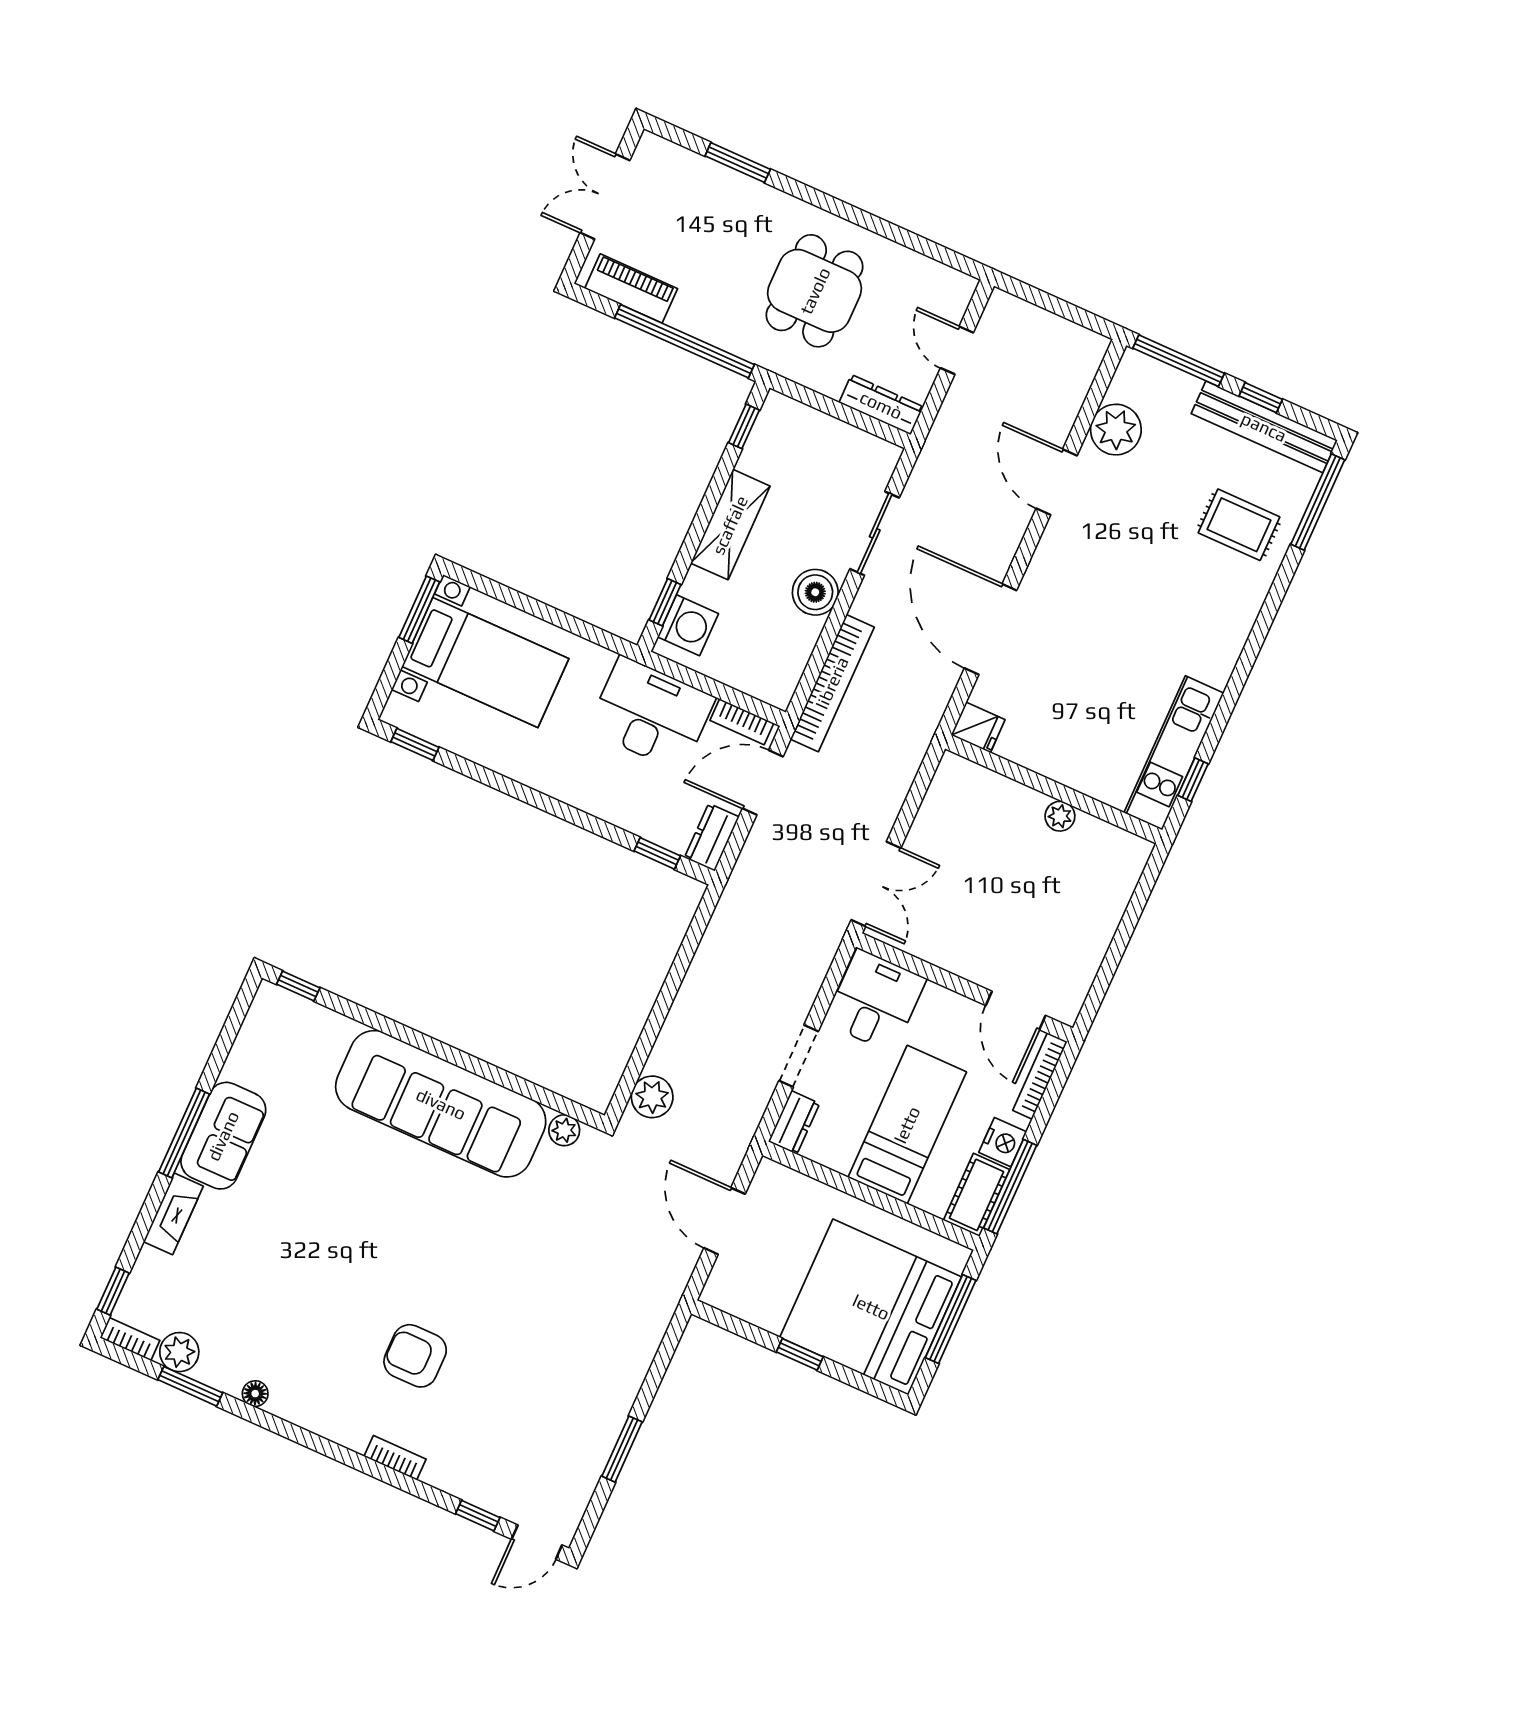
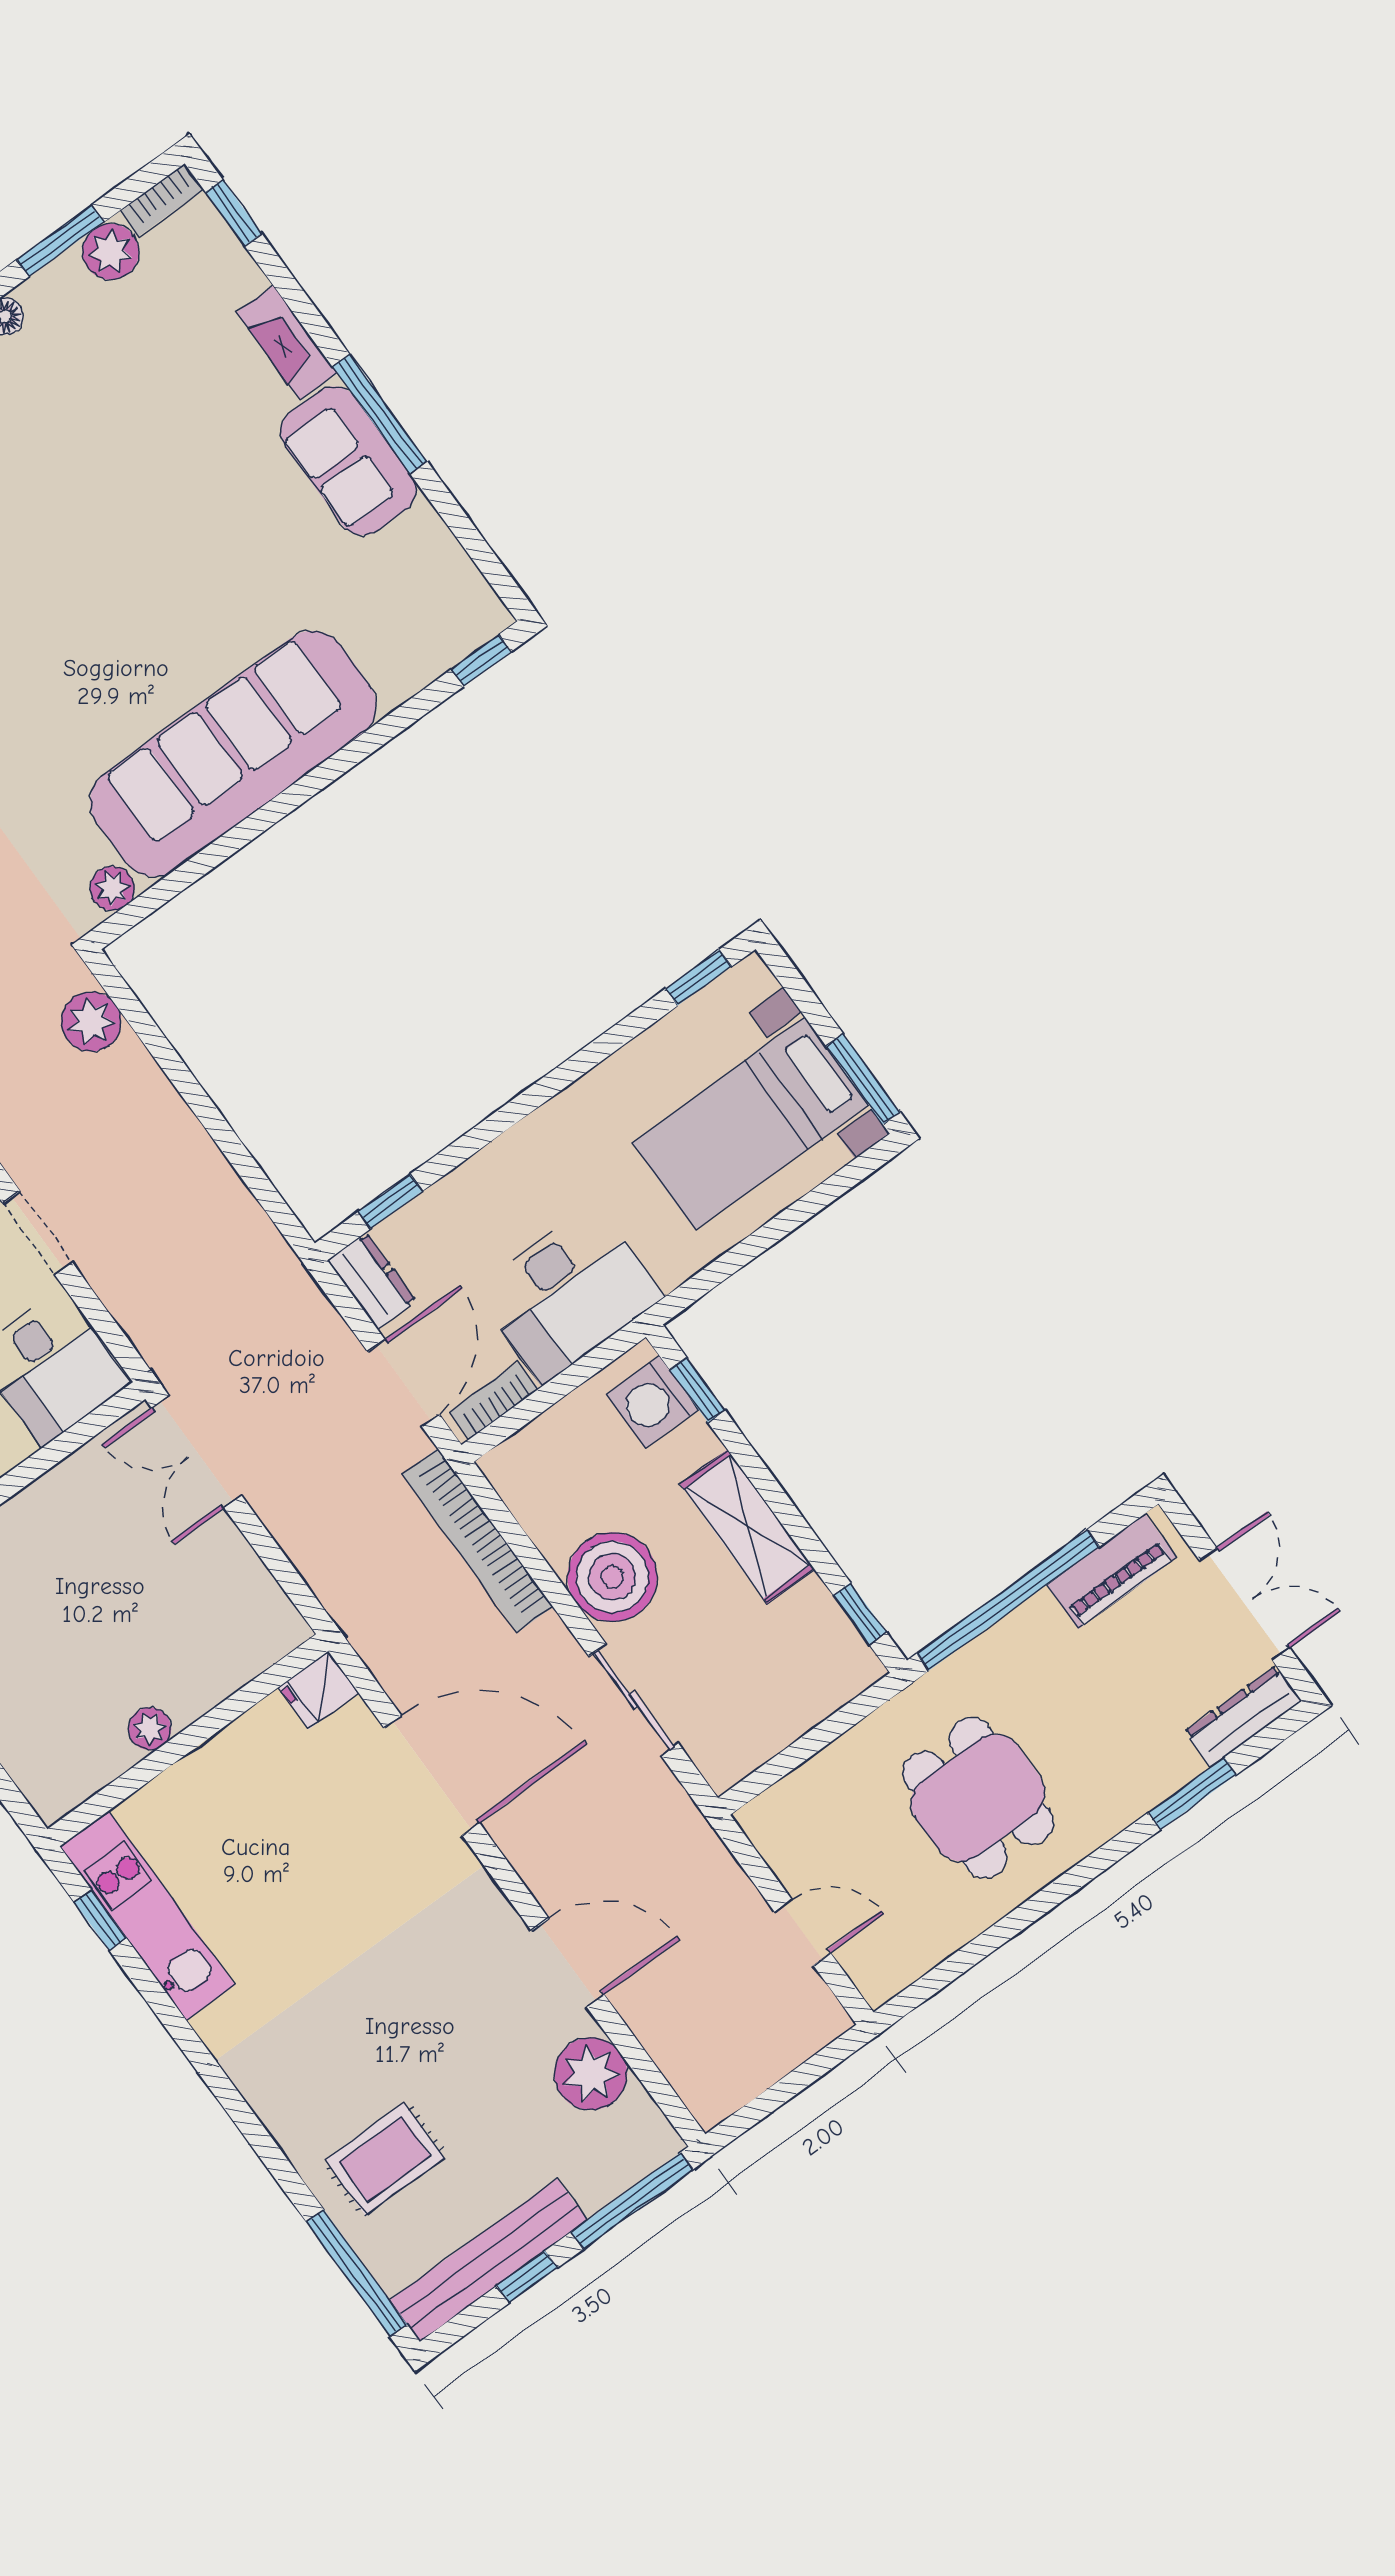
dresser: (881, 405) -> (1243, 1716), moved, turned 180
boiler: (815, 592) -> (612, 1577), width x1.37, depth x1.37

